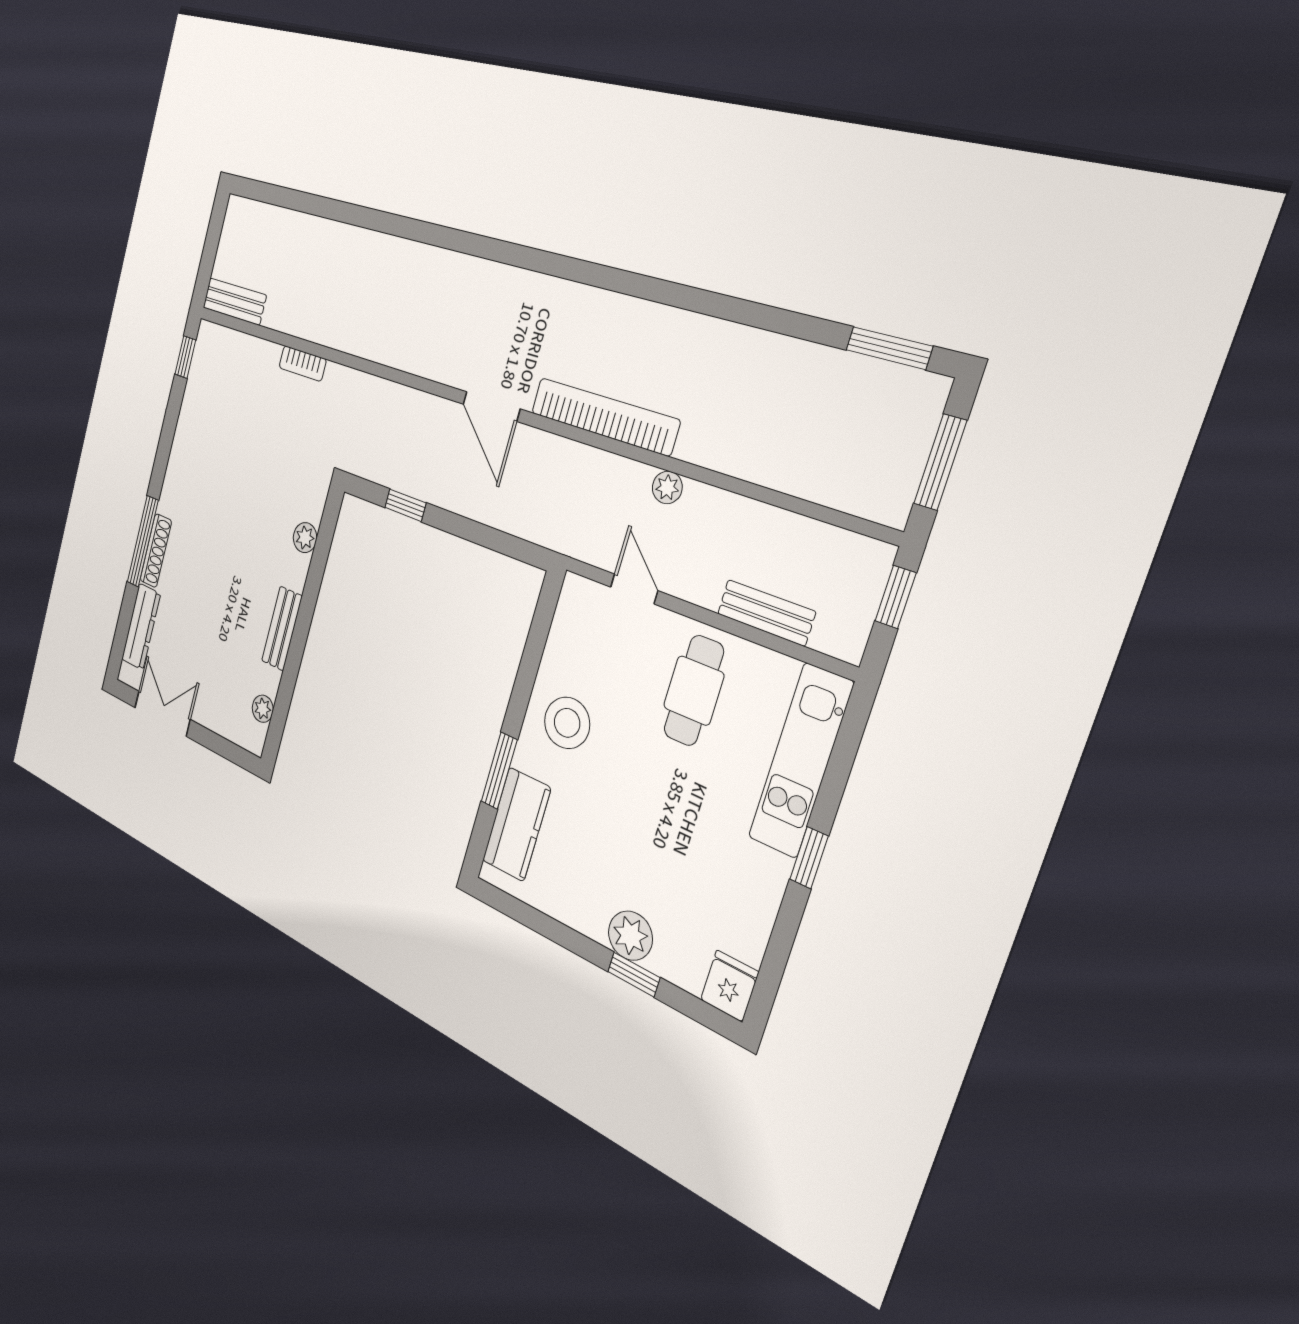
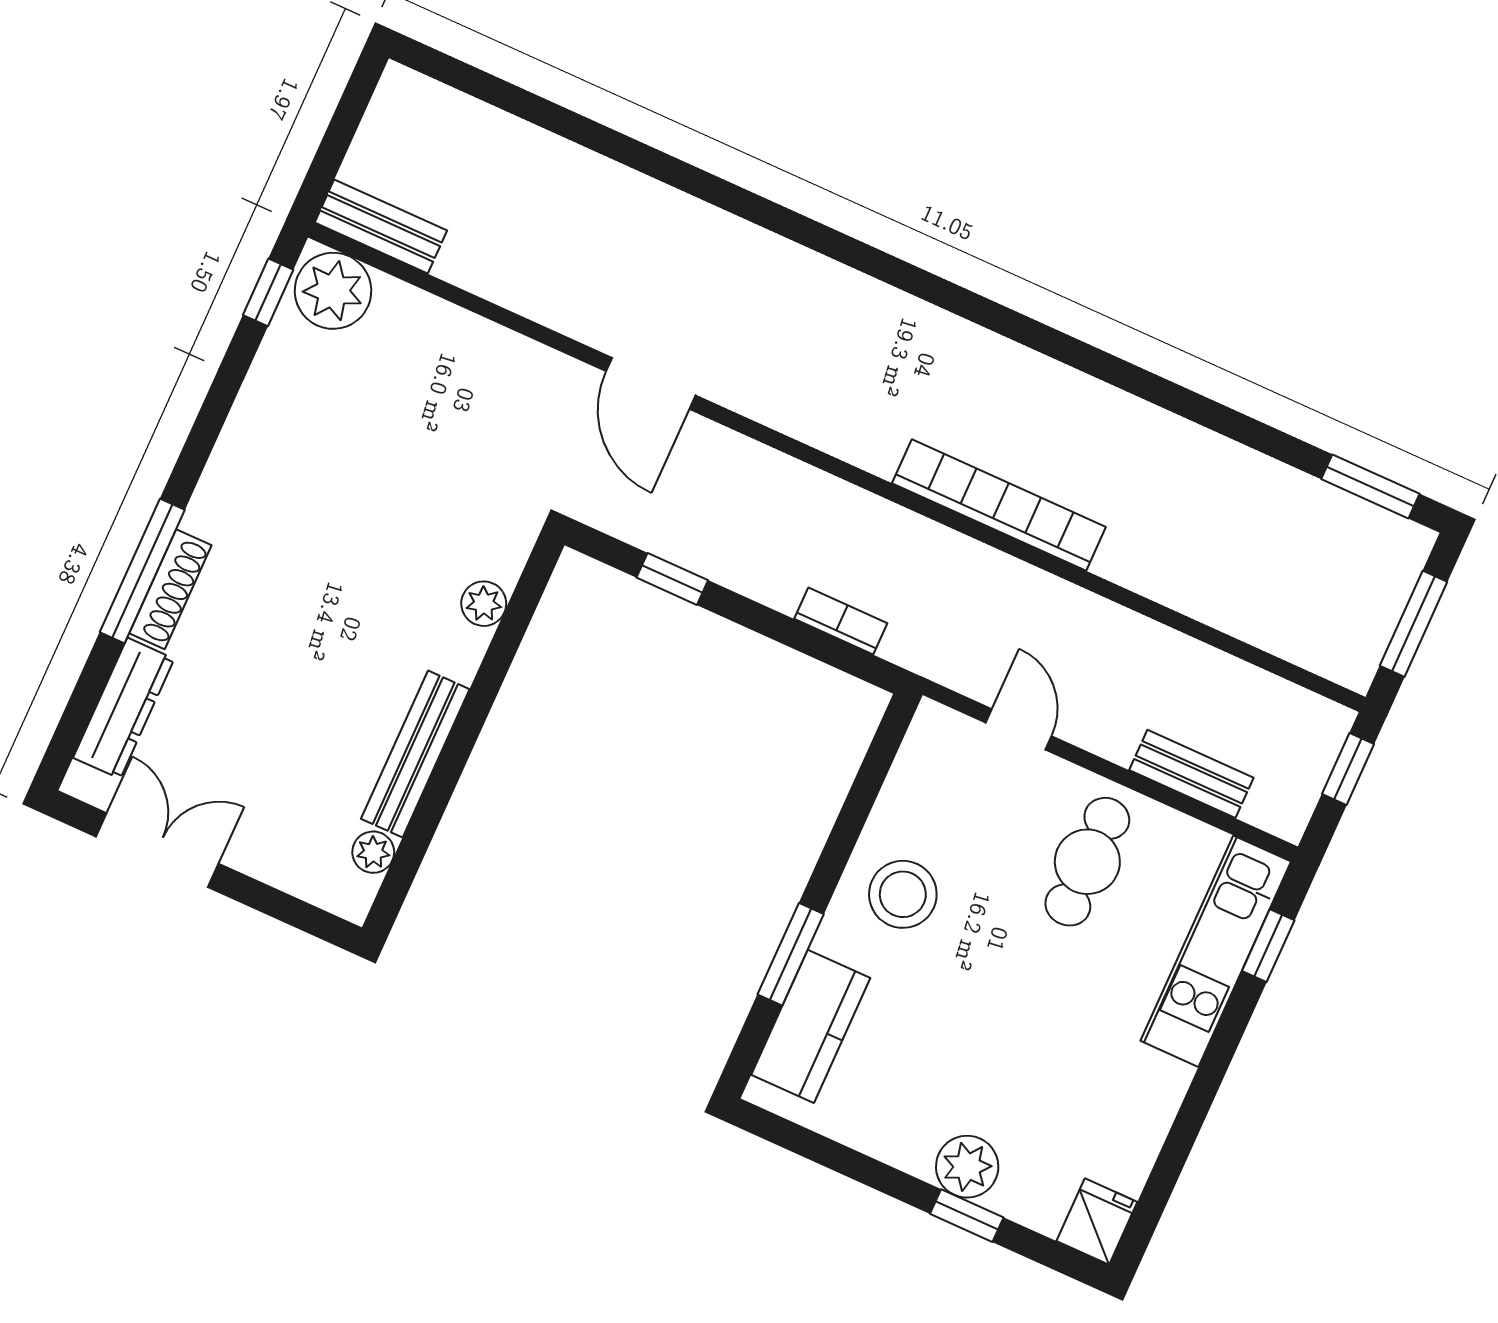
bookcase: (303, 363) -> (841, 621), moved, turned 180
door: (491, 406) -> (651, 383), moved
plant: (667, 487) -> (333, 291), moved, width x1.88, depth x1.88
bench: (282, 628) -> (415, 754), width x1.36
window: (809, 858) -> (1268, 946), moved

